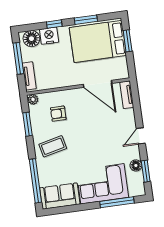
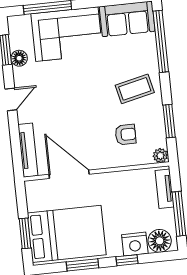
tv unit: (127, 95) -> (28, 150), width x1.41

